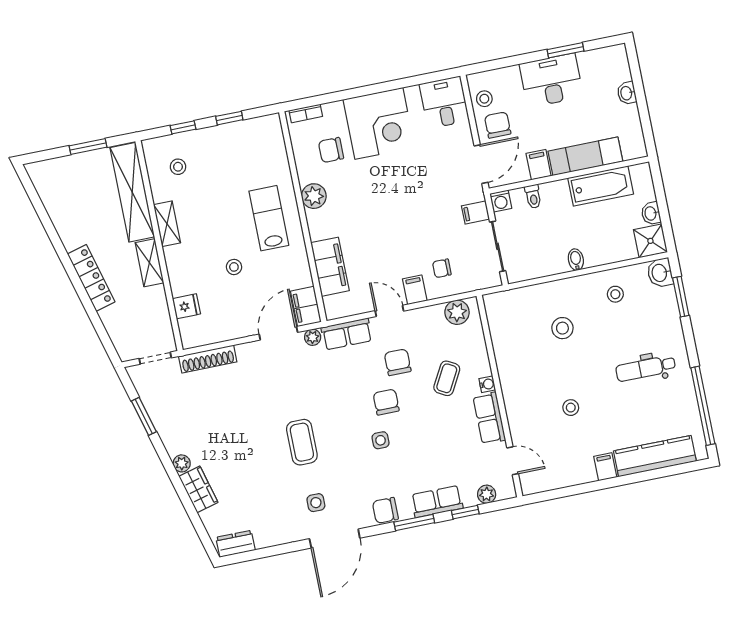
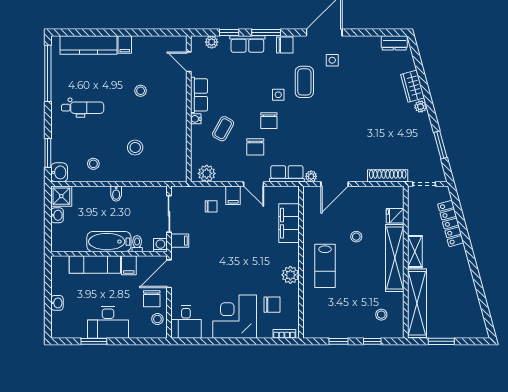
bathtub: (601, 186) -> (109, 242), moved
shelving: (167, 224) -> (395, 258), width x2.20, depth x1.33
locker: (91, 278) -> (451, 223), moved
filing cabinet: (306, 307) -> (312, 199), removed
coffee table: (302, 442) -> (304, 82), moved

